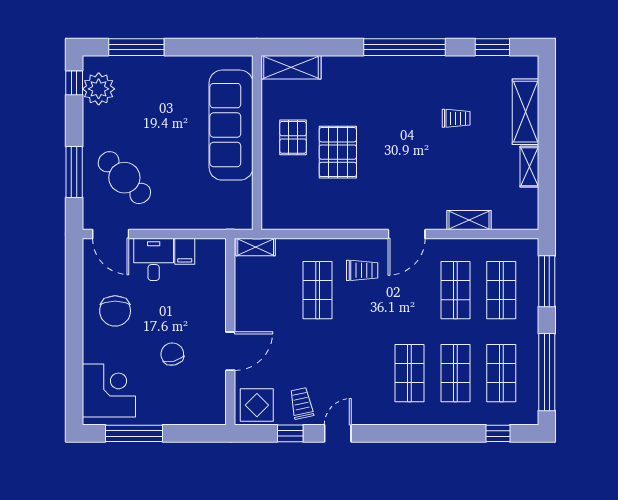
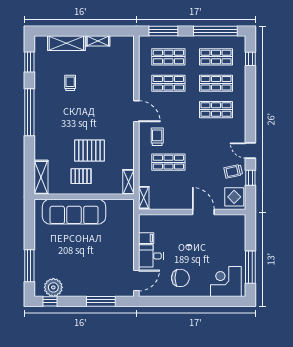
cafe table: (124, 178) -> (104, 273), removed
shelving: (469, 220) -> (128, 182), moved
chair: (172, 354) -> (205, 245), removed

